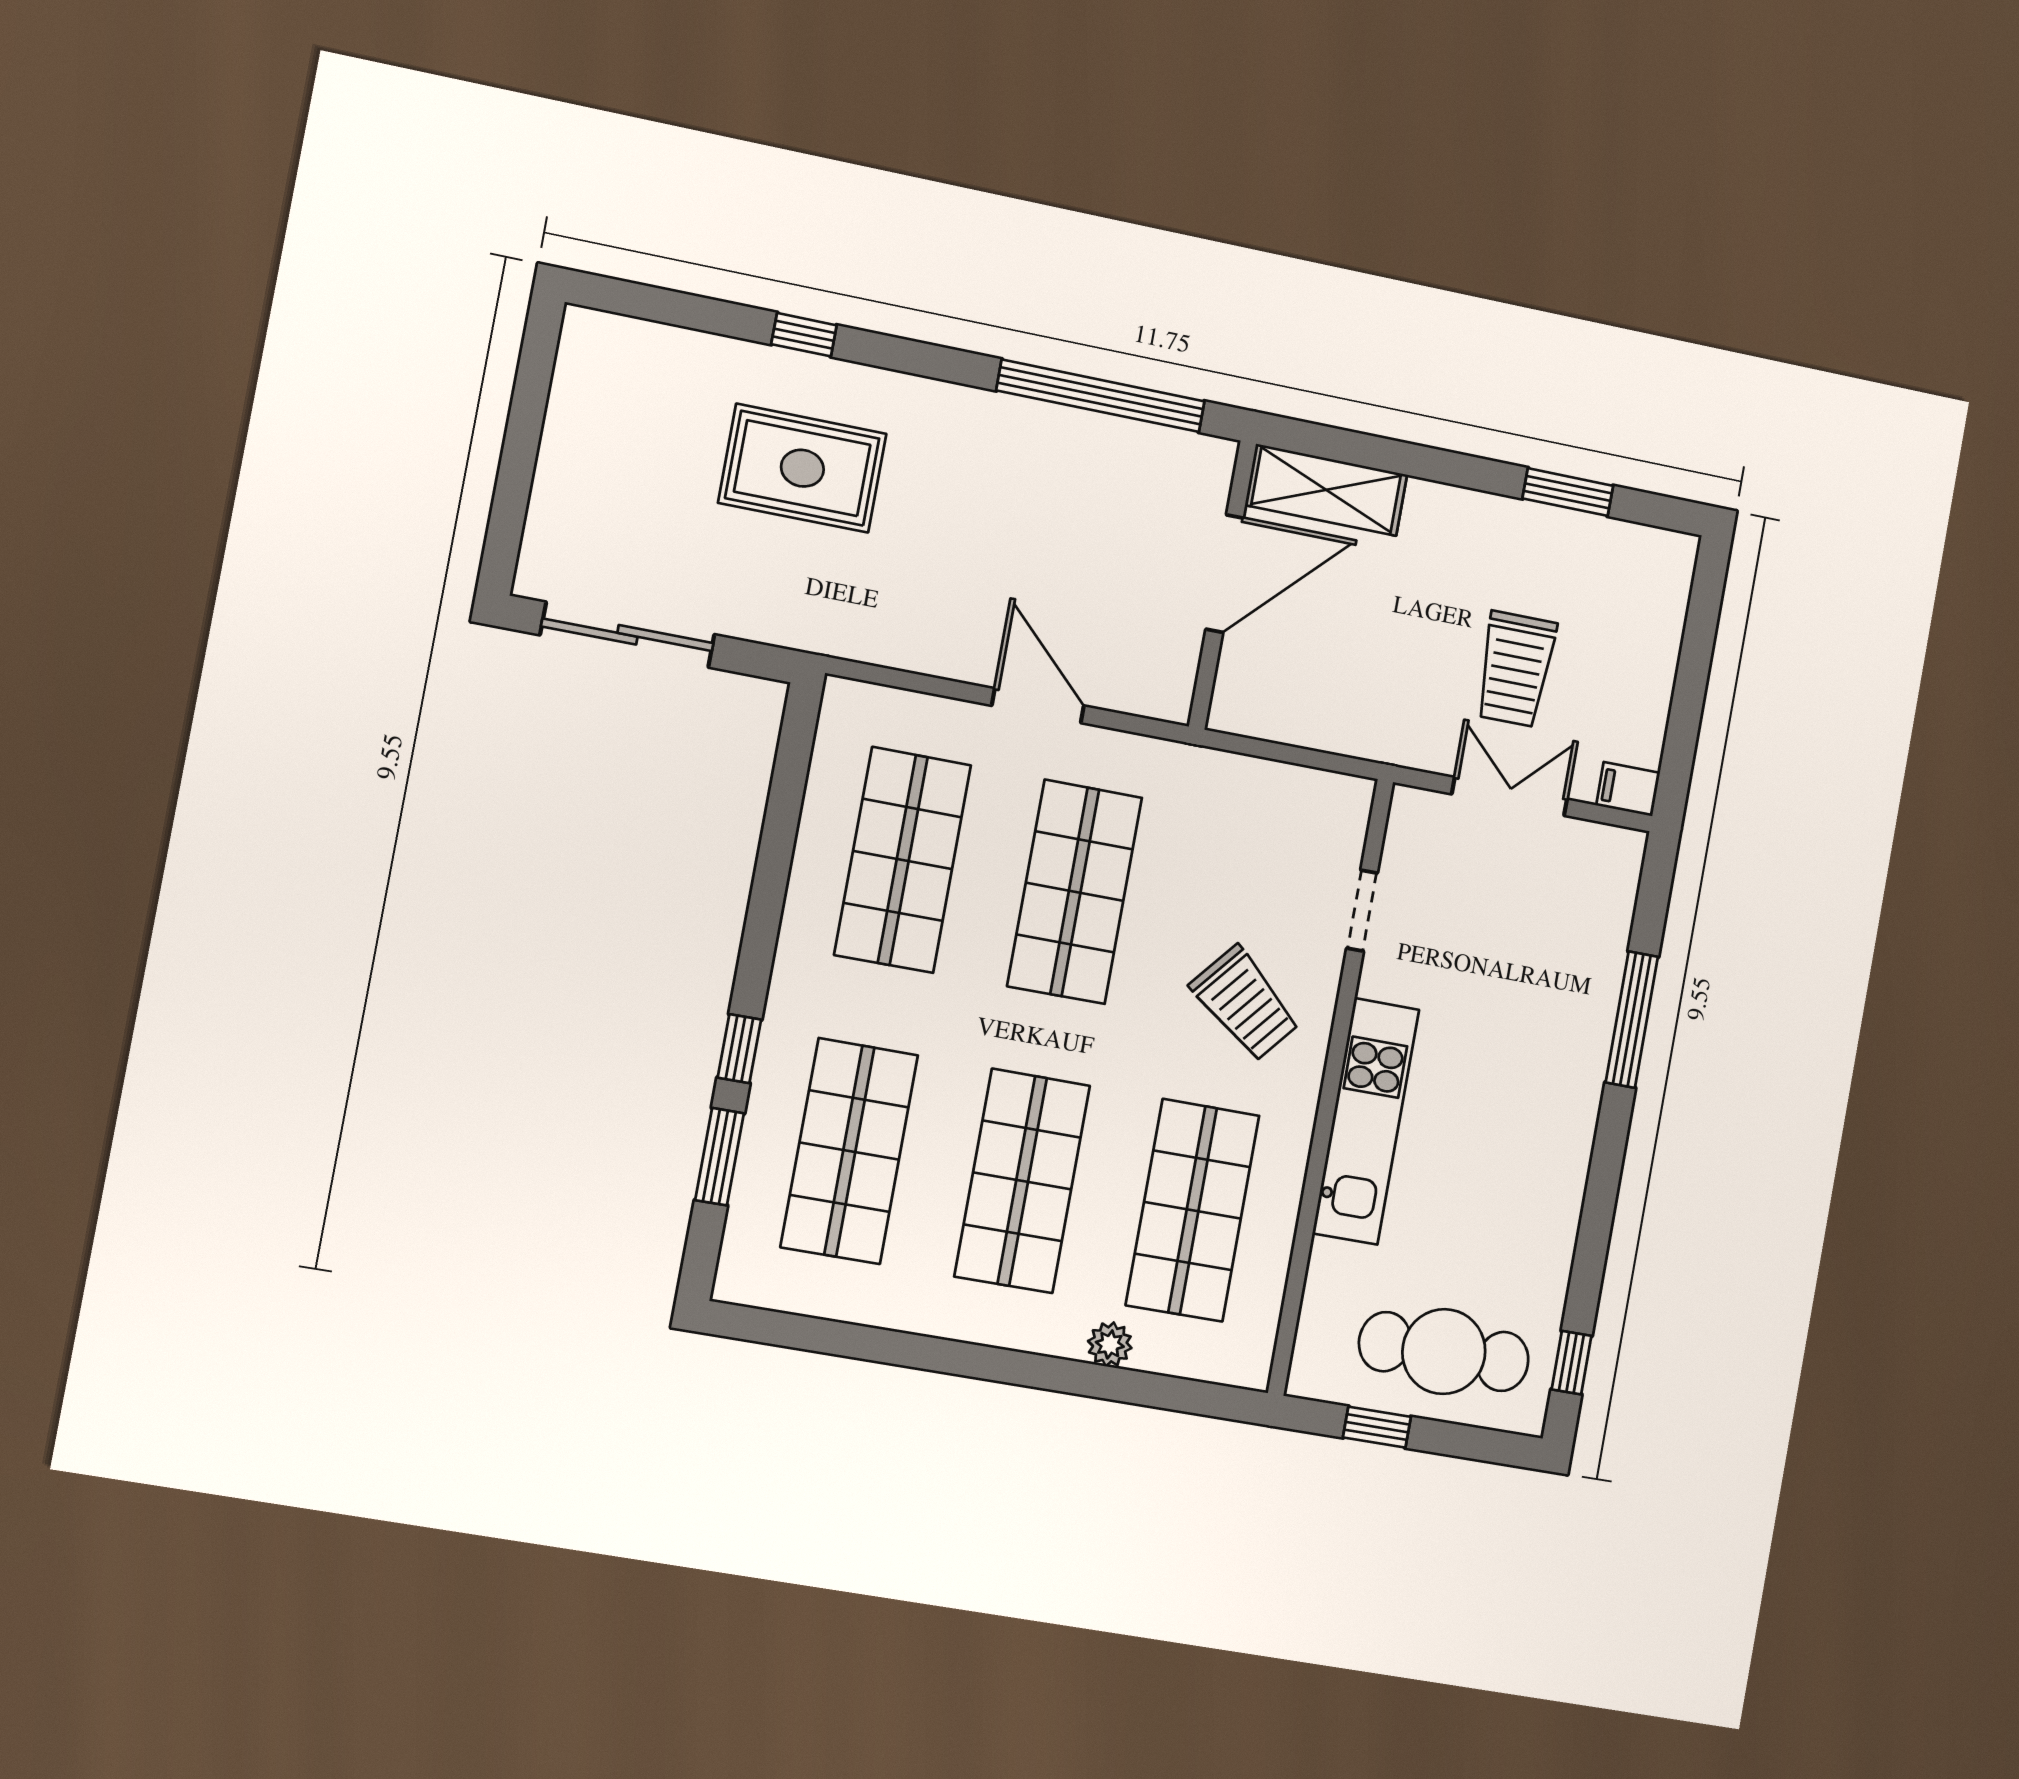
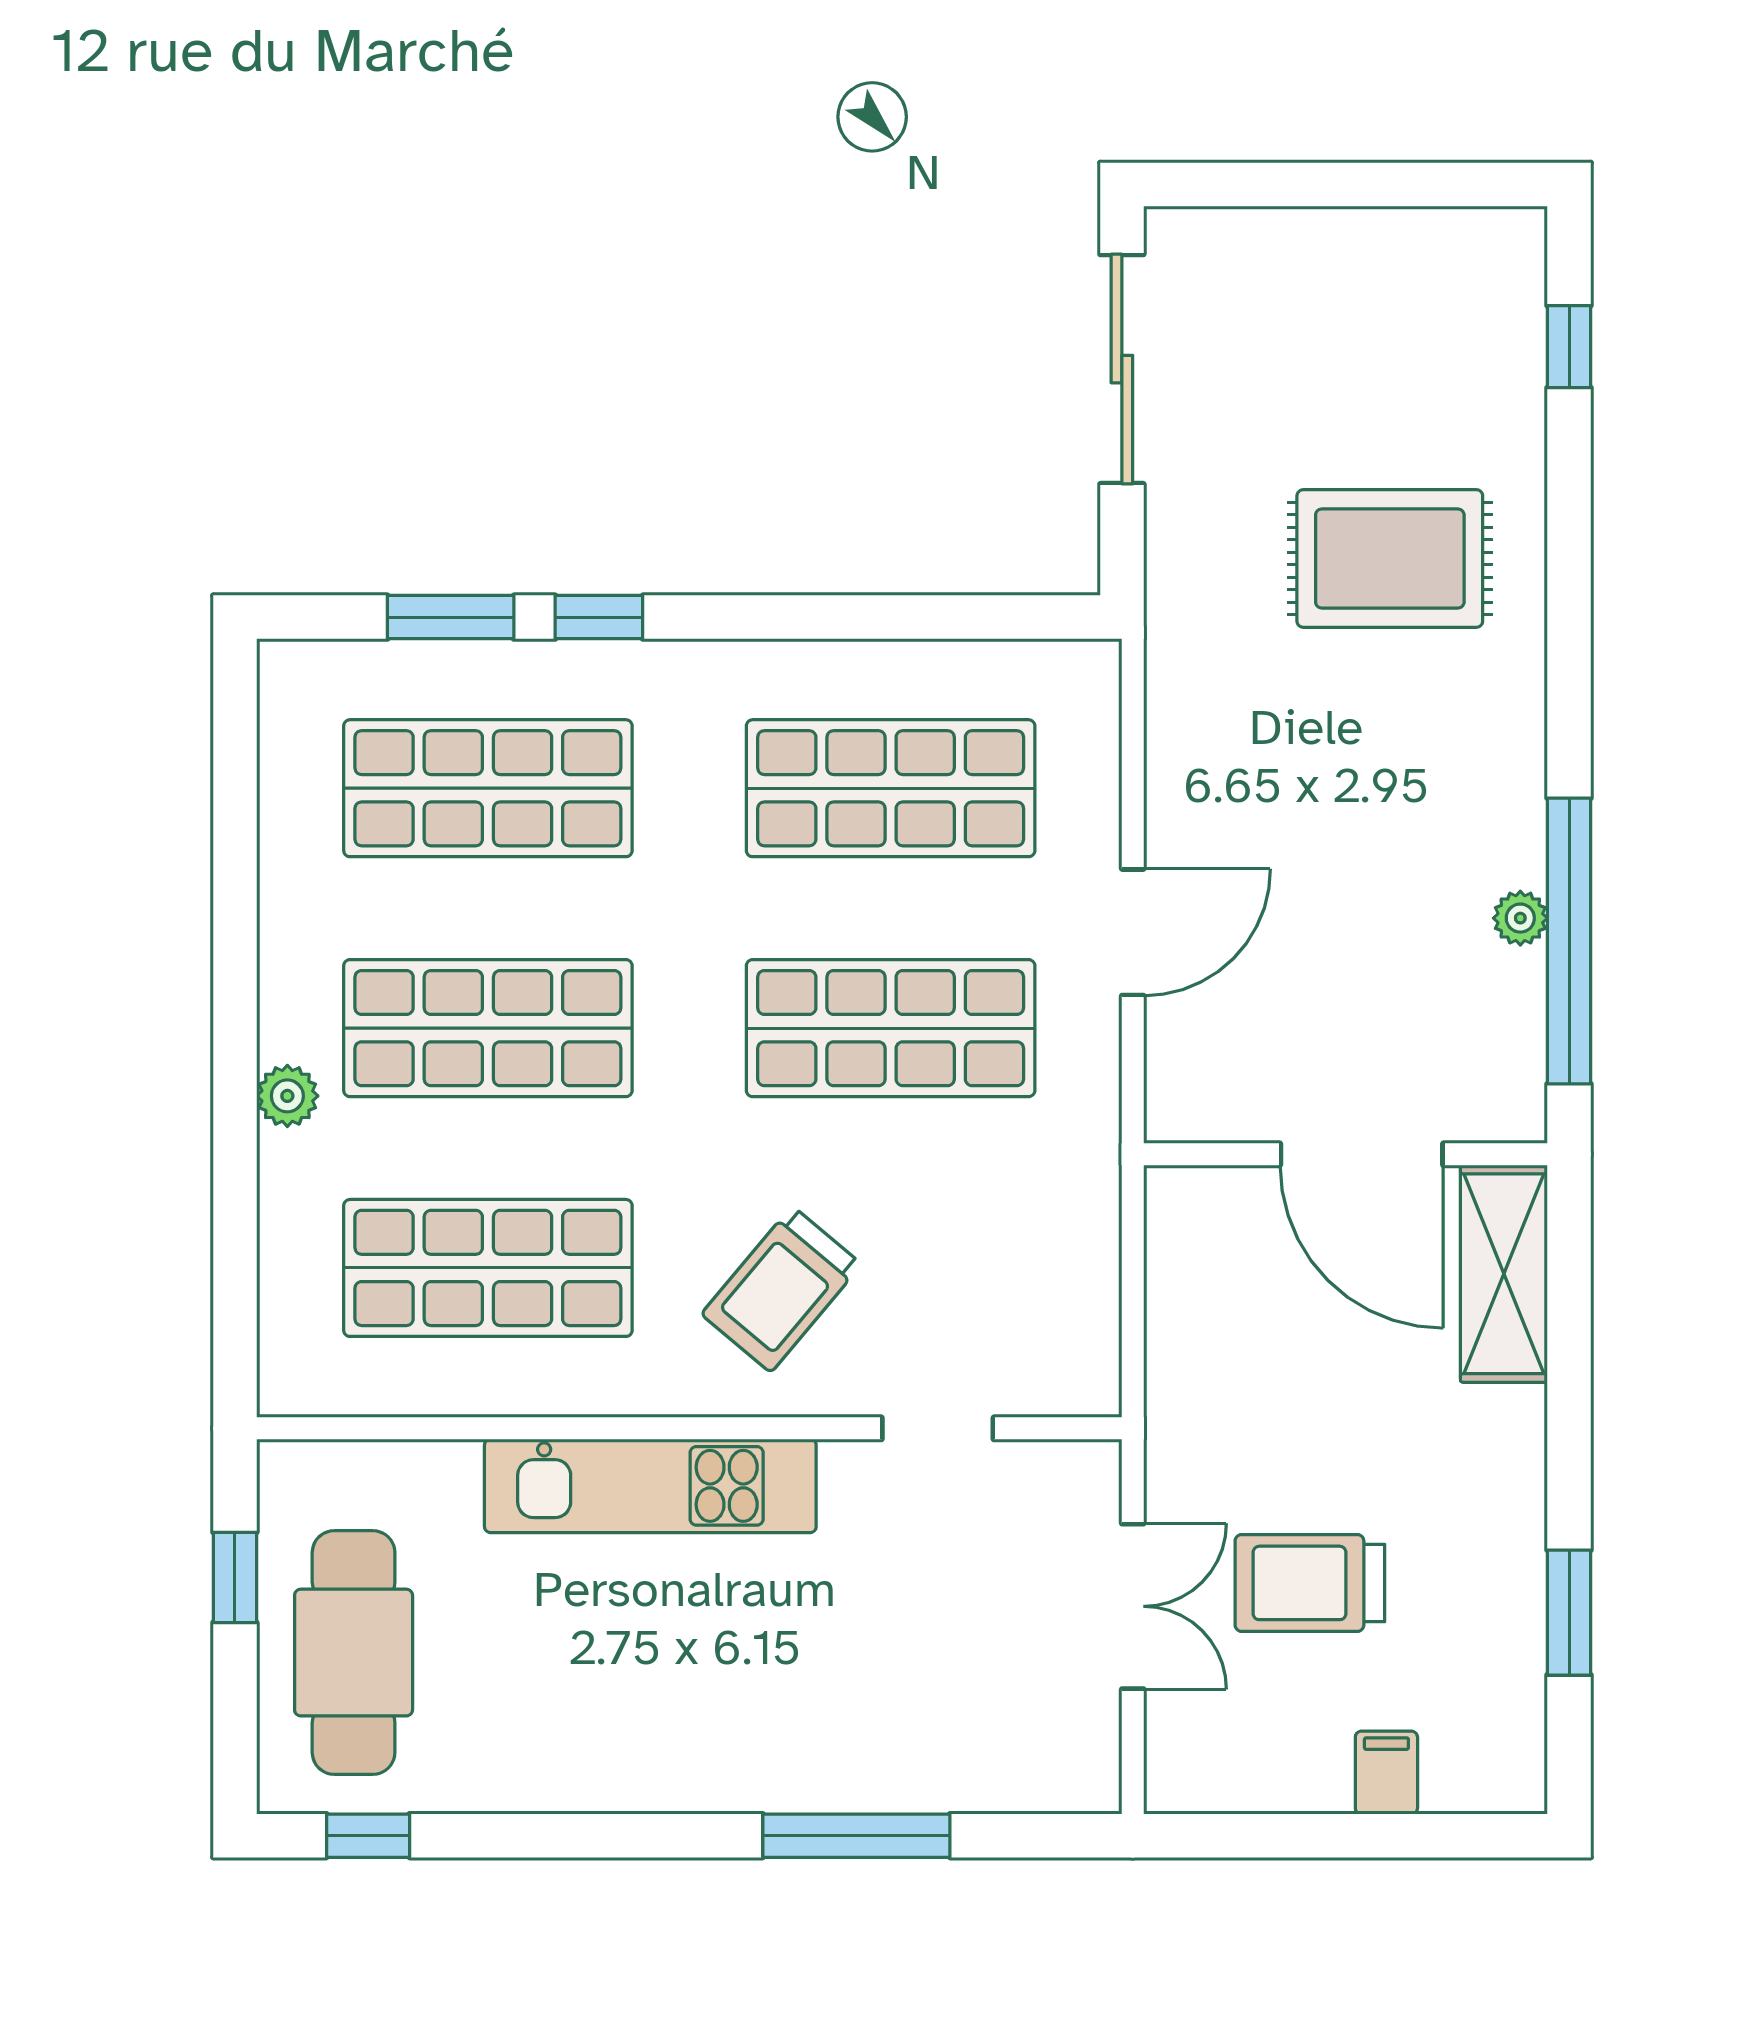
window: (804, 335) -> (1569, 347), moved
plant: (1078, 427) -> (1520, 918), added
rug: (802, 468) -> (1390, 558), turned 90
filing cabinet: (1628, 789) -> (1386, 1773), moved
plant: (1110, 1344) -> (287, 1096), moved

